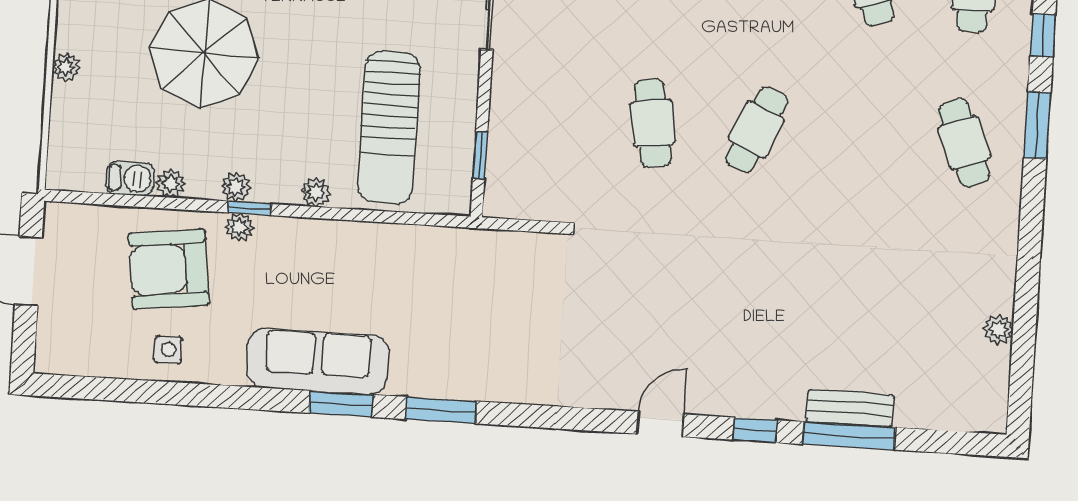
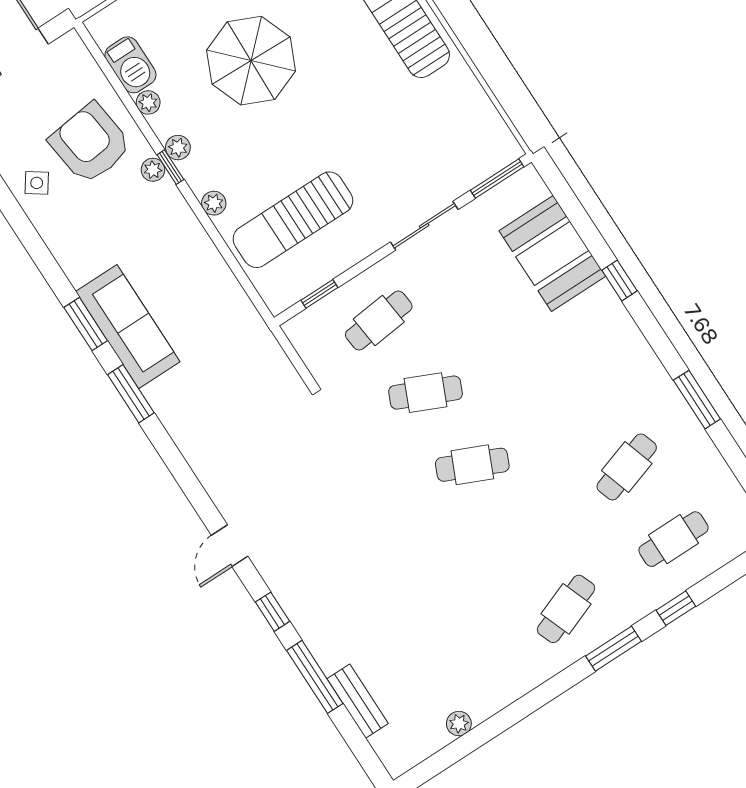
cafe table: (549, 117) -> (379, 321), added
cafe table: (653, 123) -> (426, 393), turned 33
barbecue: (130, 178) -> (130, 65), width x1.38, depth x1.27
side table: (168, 350) -> (37, 183), turned 35
sofa: (318, 361) -> (128, 327), moved
bench: (850, 408) -> (358, 701), moved
door: (660, 424) -> (230, 546), swing flipped

